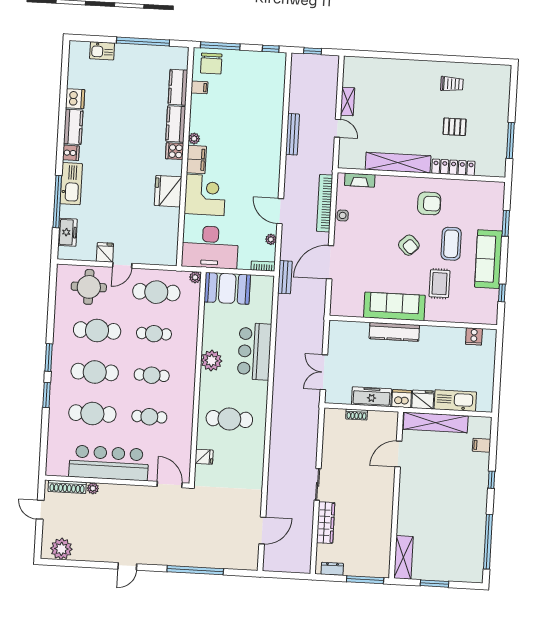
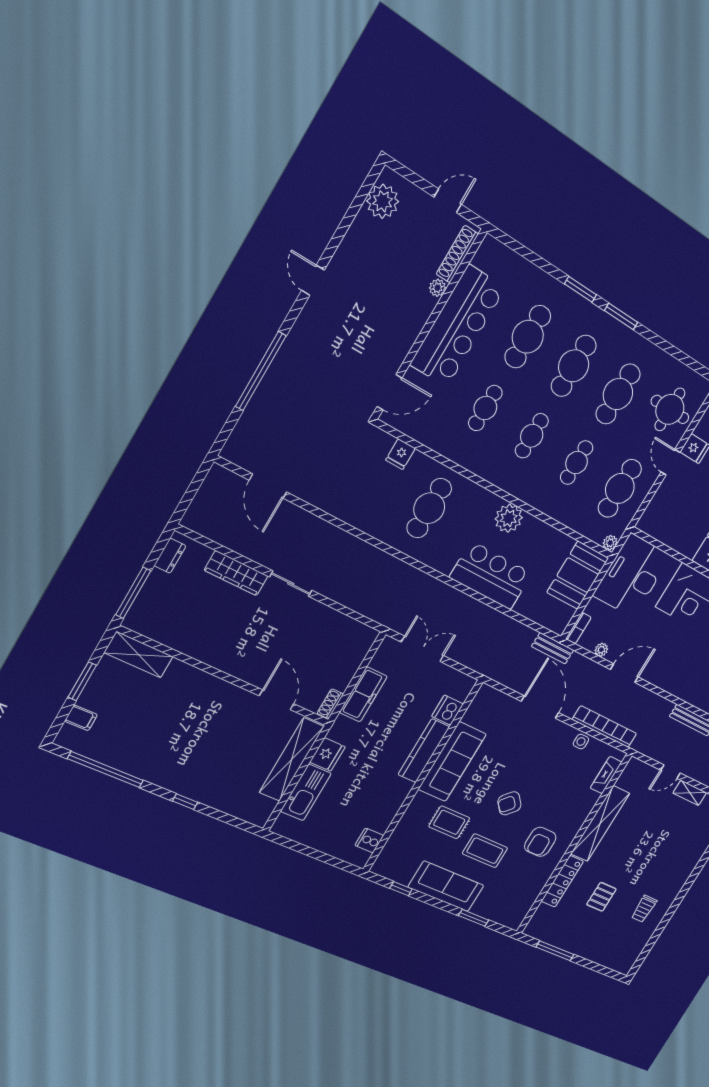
dishwasher: (402, 399) -> (448, 710), moved, turned 180
shoe rack: (357, 414) -> (330, 704), moved
filing cabinet: (482, 445) -> (81, 718), moved, turned 90

